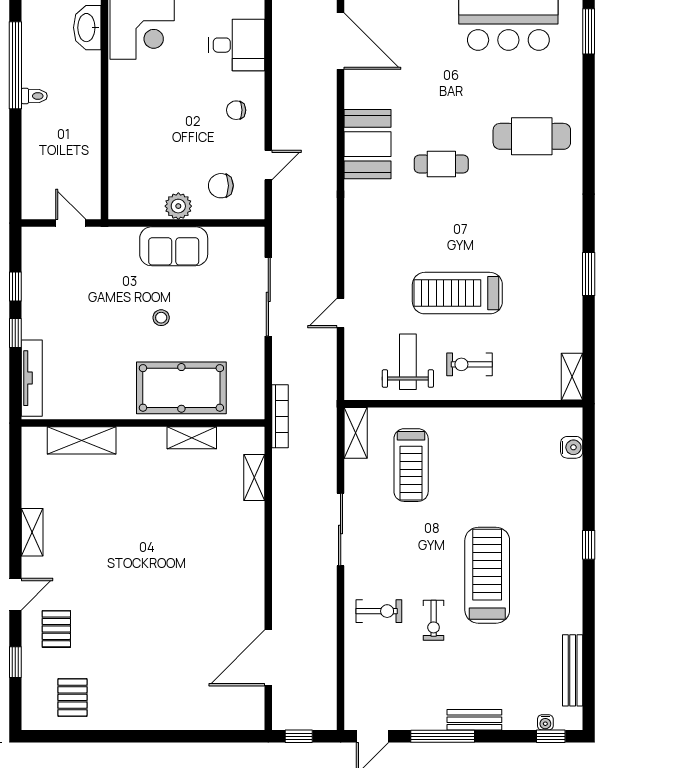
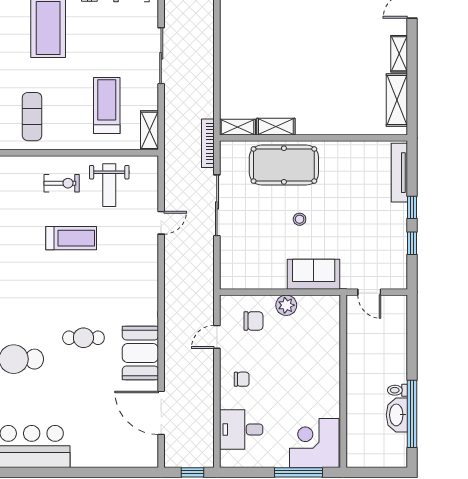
washbasin: (87, 28) -> (397, 415), moved, turned 180
door: (341, 41) -> (161, 413), moved
sofa: (174, 246) -> (314, 274), moved
treadmill: (457, 293) -> (71, 238), width x0.73, depth x0.73
sliding door: (268, 297) -> (217, 205), moved
shelving: (82, 440) -> (397, 100), moved, turned 90
exercise mat: (508, 451) -> (32, 117), added
shelving: (254, 477) -> (238, 127), moved, turned 90

